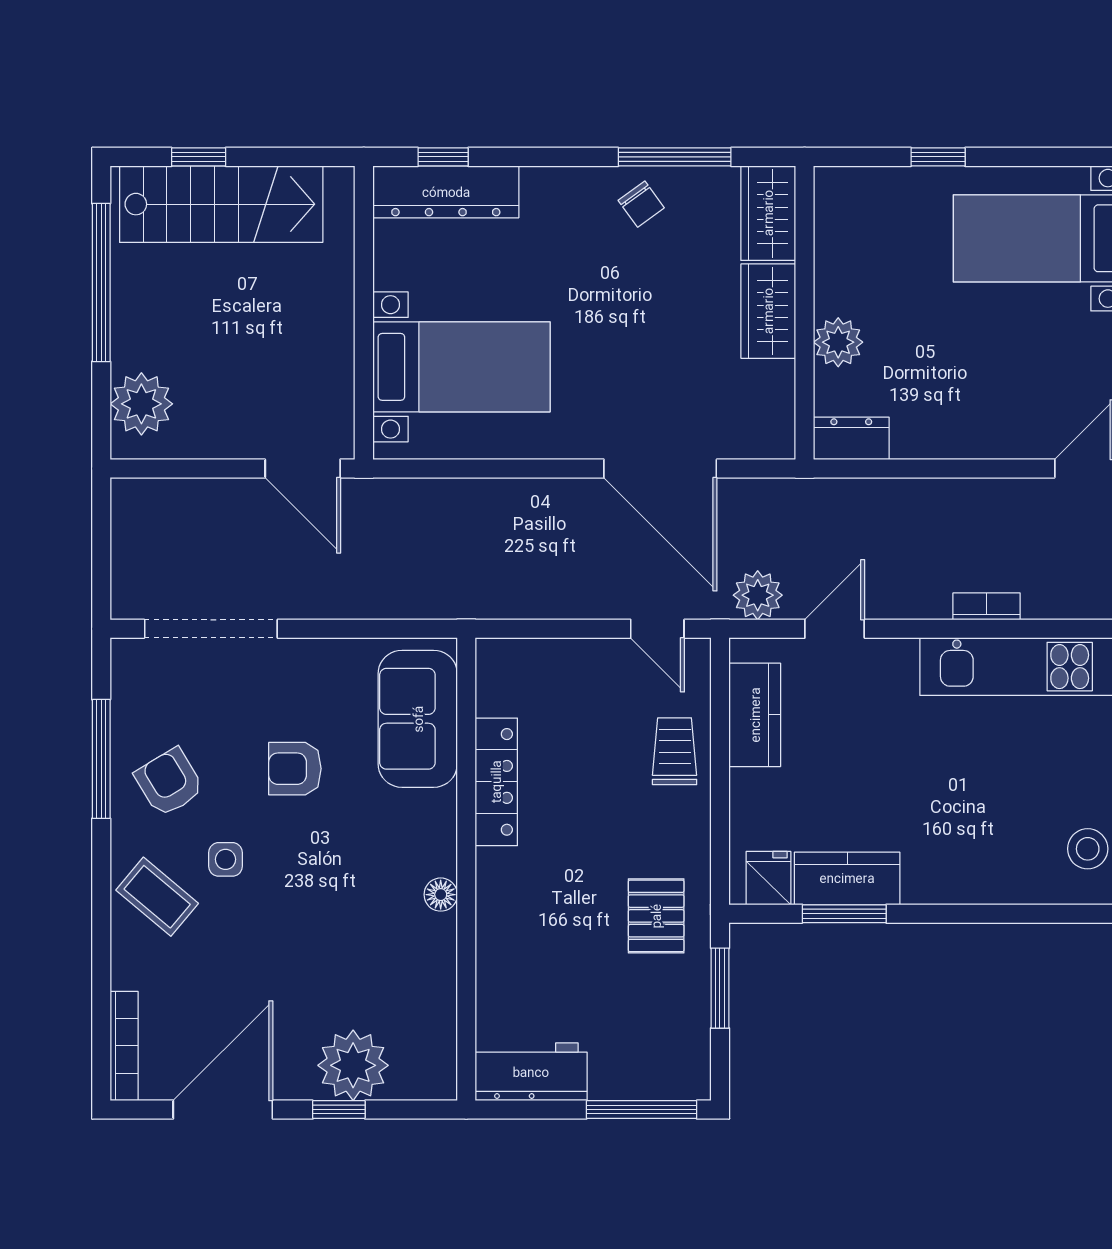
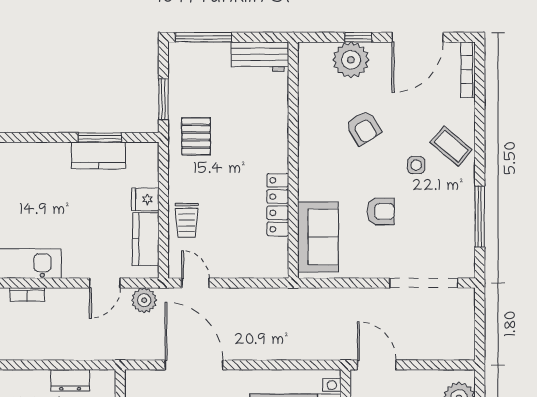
dresser: (851, 438) -> (70, 380), moved
armchair: (169, 782) -> (364, 128), moved
fridge: (768, 878) -> (145, 199), moved, turned 90
floor lamp: (441, 895) -> (306, 147), removed

